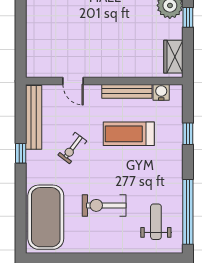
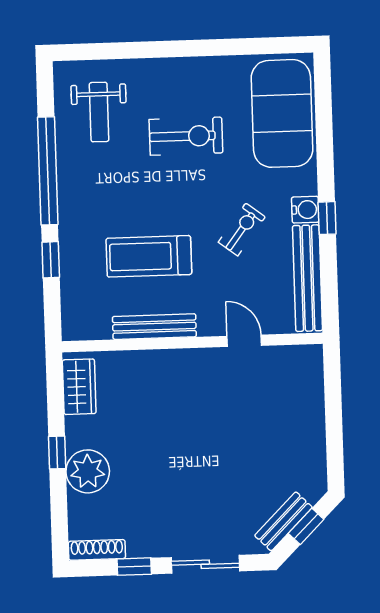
water cooler: (161, 92) -> (305, 210), moved, turned -90
treadmill: (129, 134) -> (149, 256), turned 180
window: (188, 212) -> (48, 171), moved

